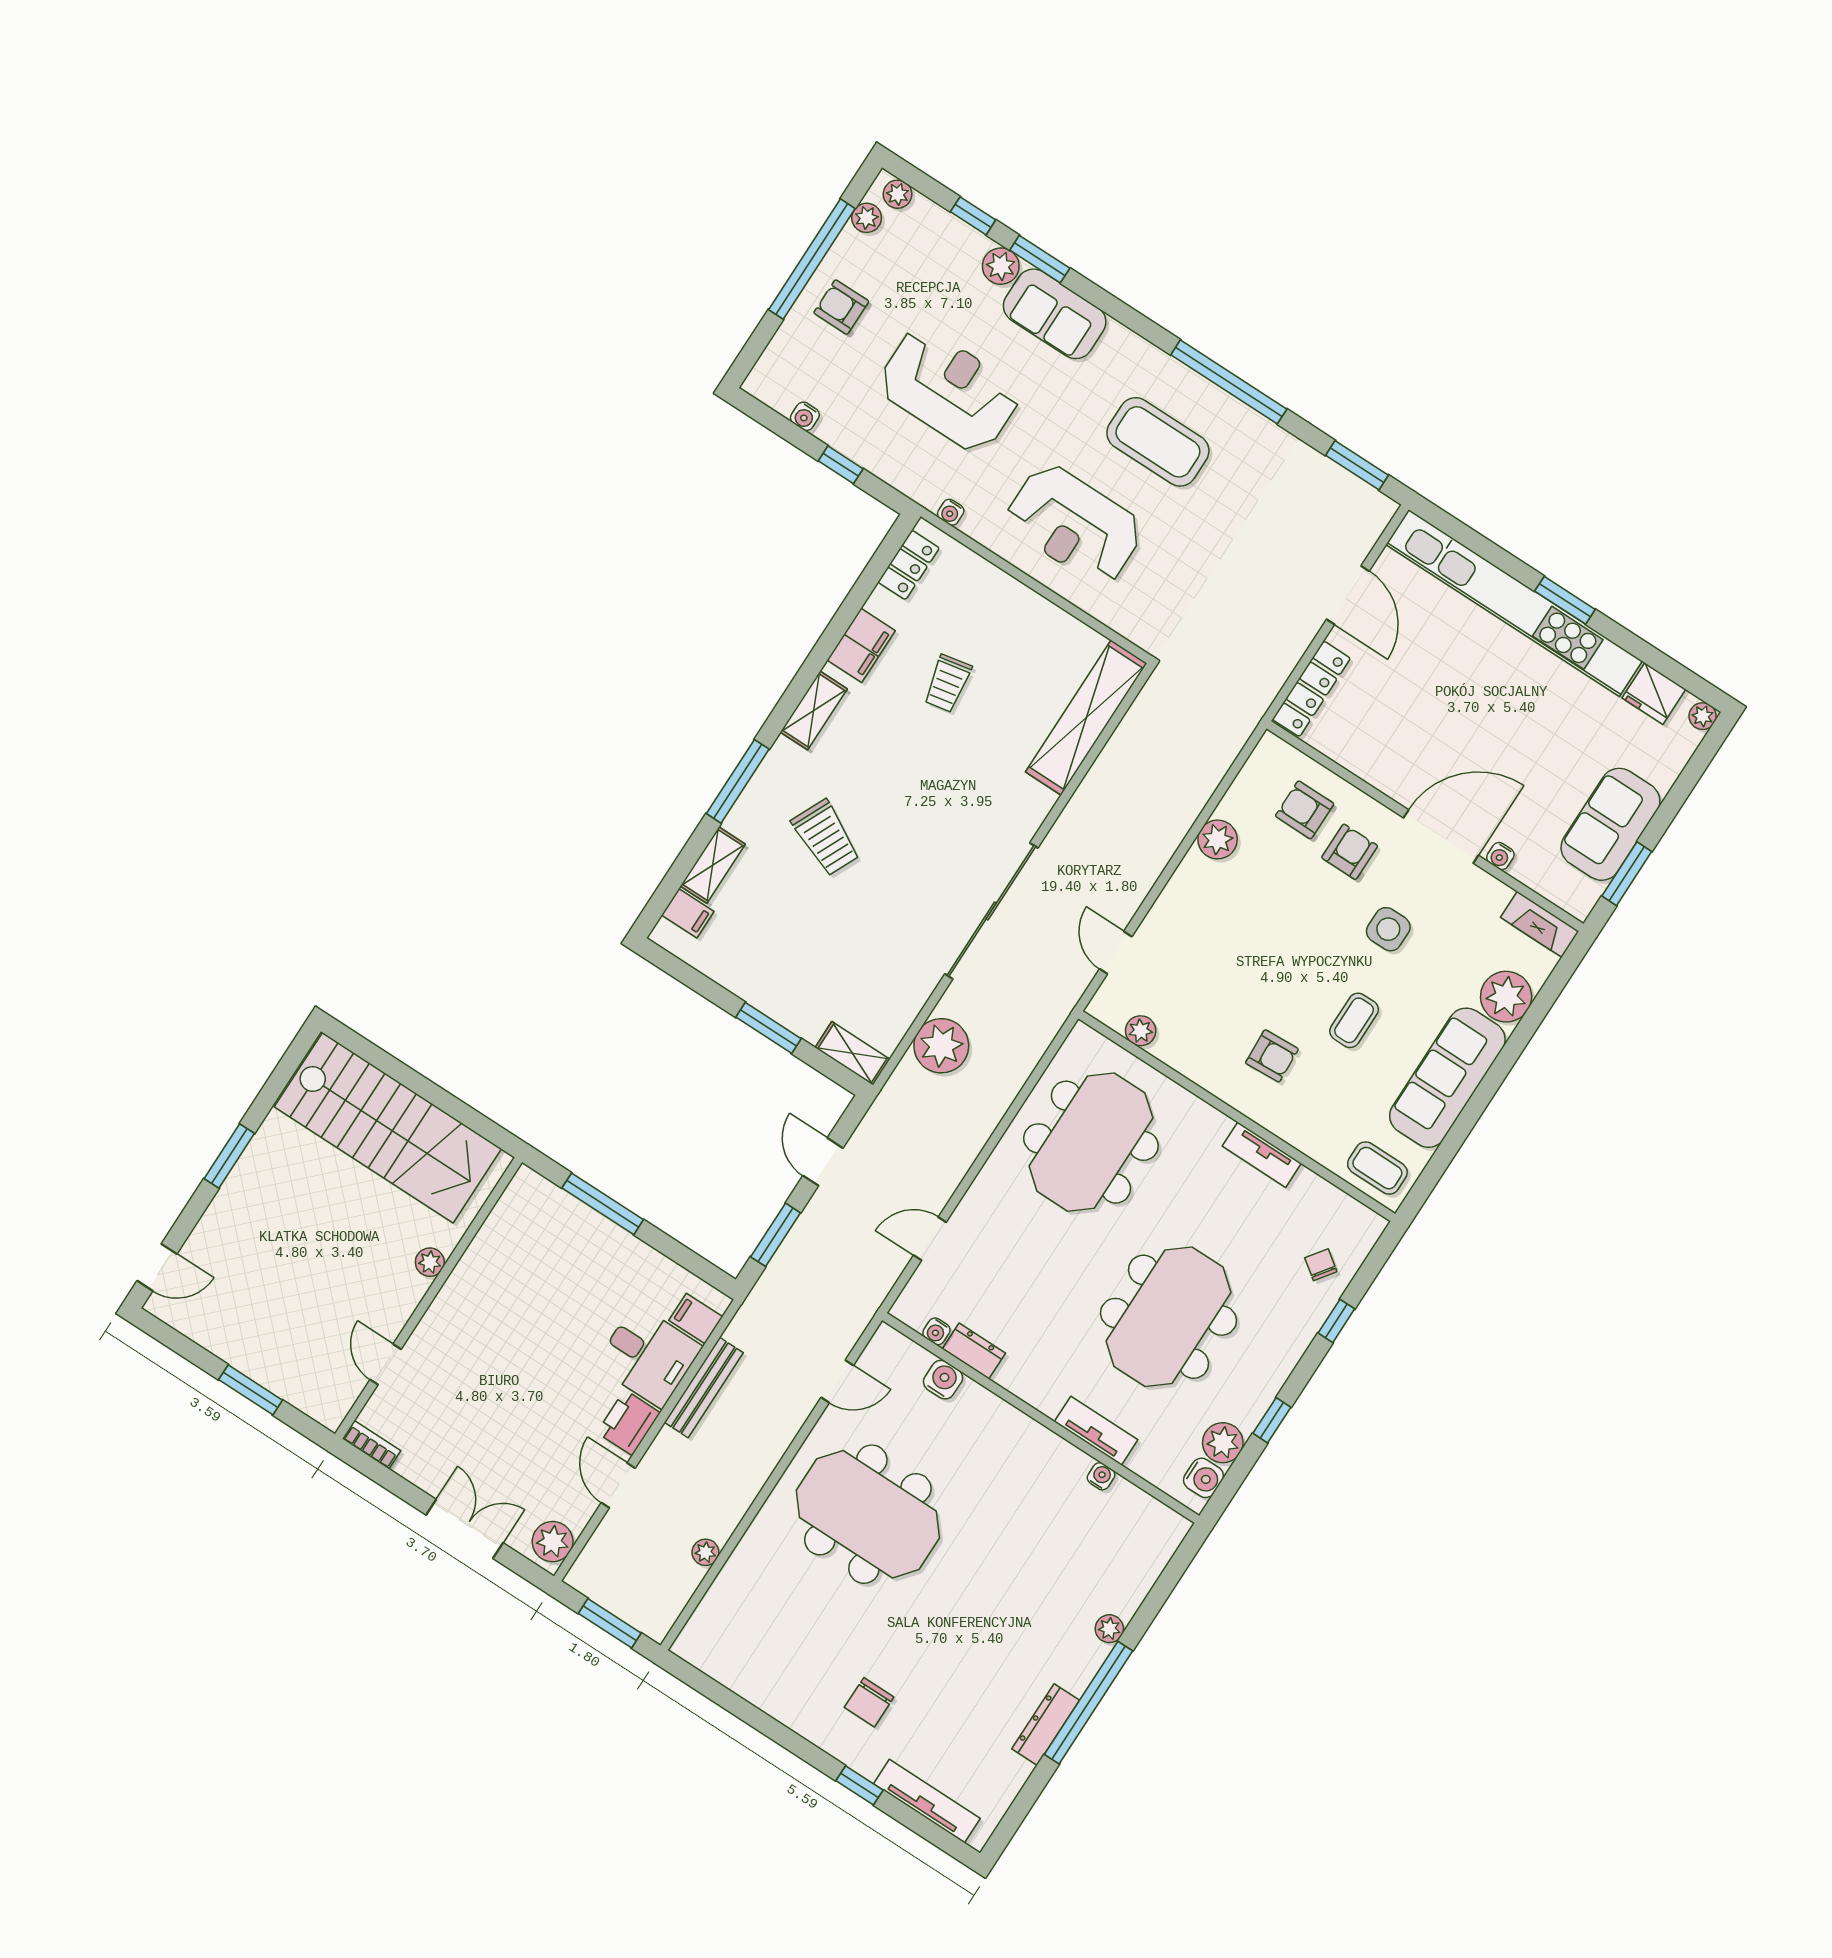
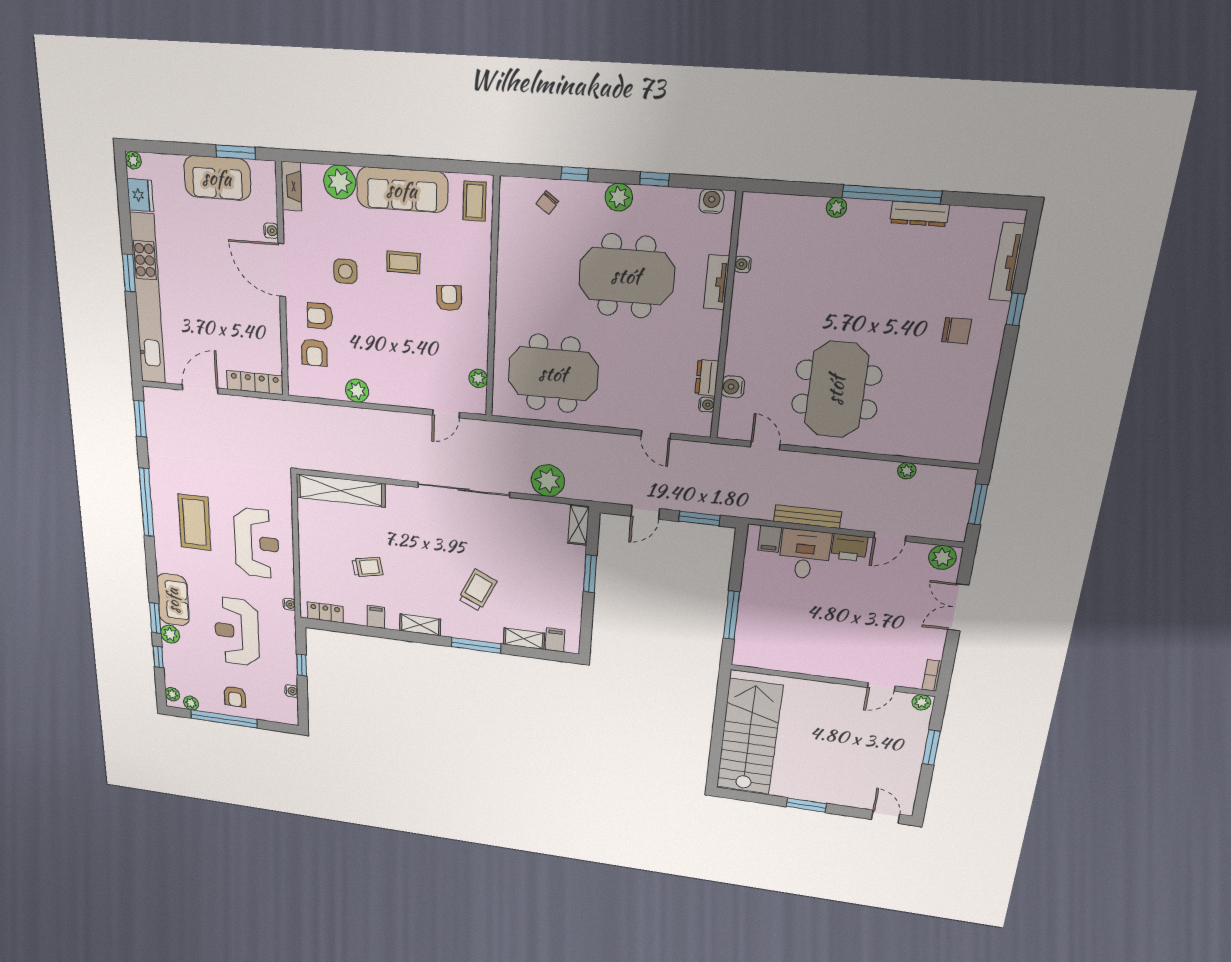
filing cabinet: (861, 645) -> (376, 617), width x0.50
tv unit: (1262, 1155) -> (505, 273), removed
plant: (430, 1262) -> (921, 702), moved
plant: (1223, 1443) -> (619, 197), moved

